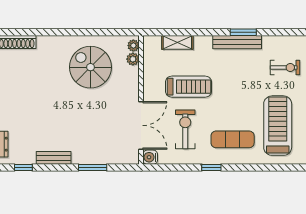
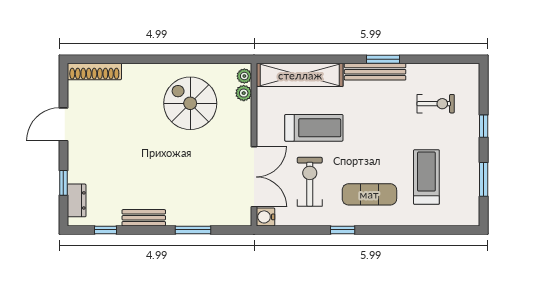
shelving: (177, 42) -> (300, 75), width x2.20, depth x1.33
treadmill: (278, 126) -> (426, 177), width x0.73, depth x0.73

